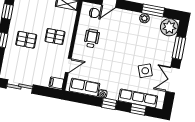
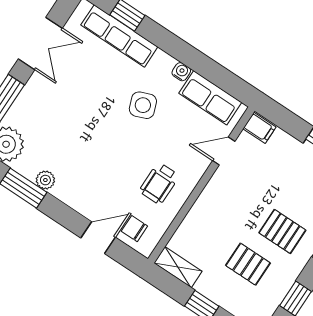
pallet: (55, 37) -> (248, 264), moved
side table: (145, 71) -> (143, 105), moved
window: (109, 104) -> (177, 48), removed

